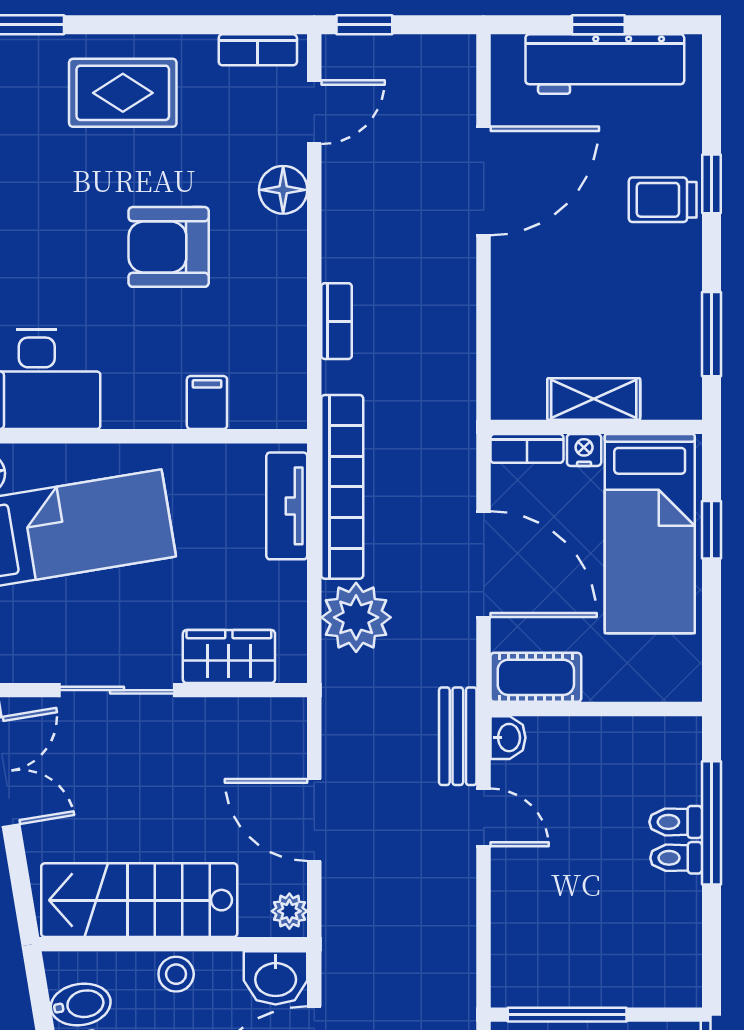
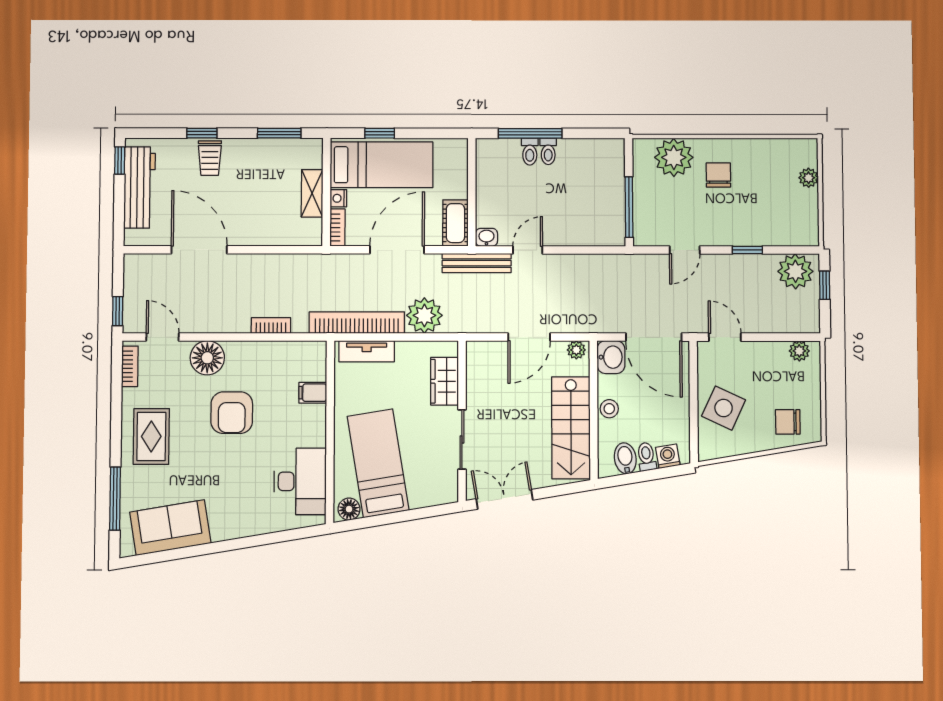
window: (598, 25) -> (120, 161), moved
floor lamp: (283, 190) -> (207, 358), width x1.38, depth x1.38
bench: (458, 736) -> (477, 263), width x1.36

